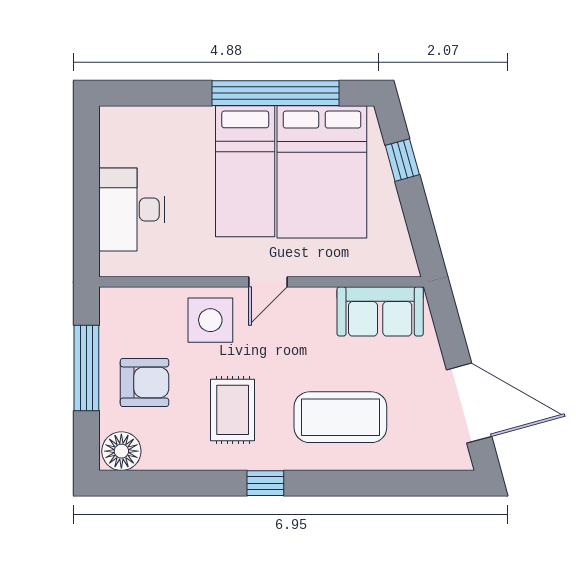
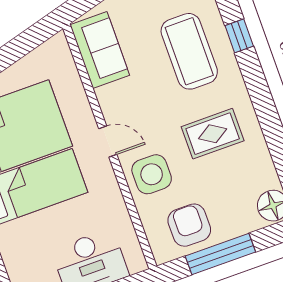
armchair: (145, 382) -> (189, 225), moved
window: (265, 483) -> (239, 36), moved

